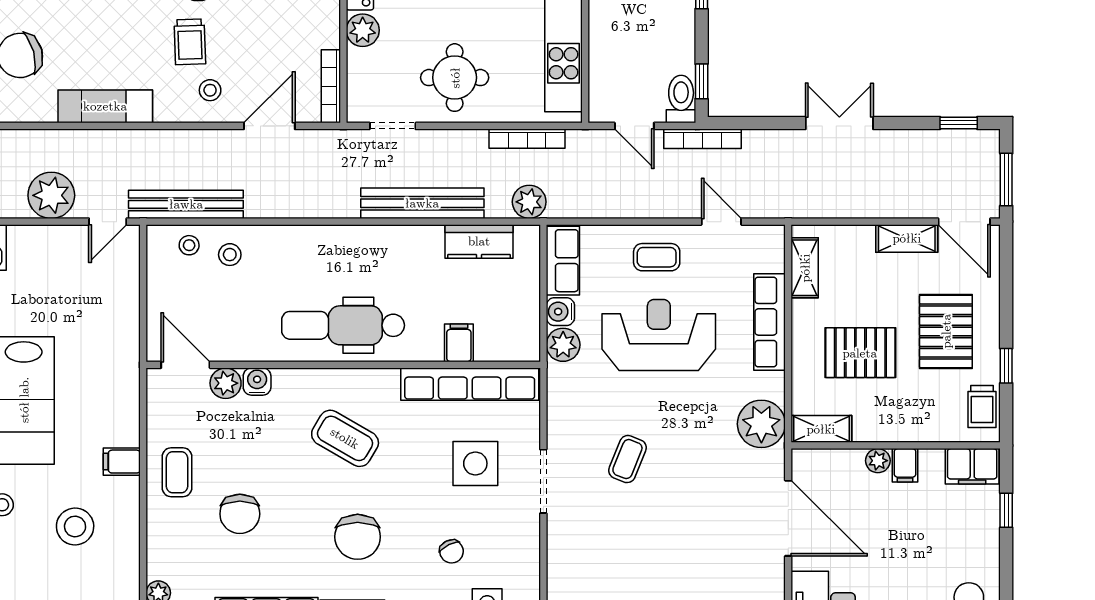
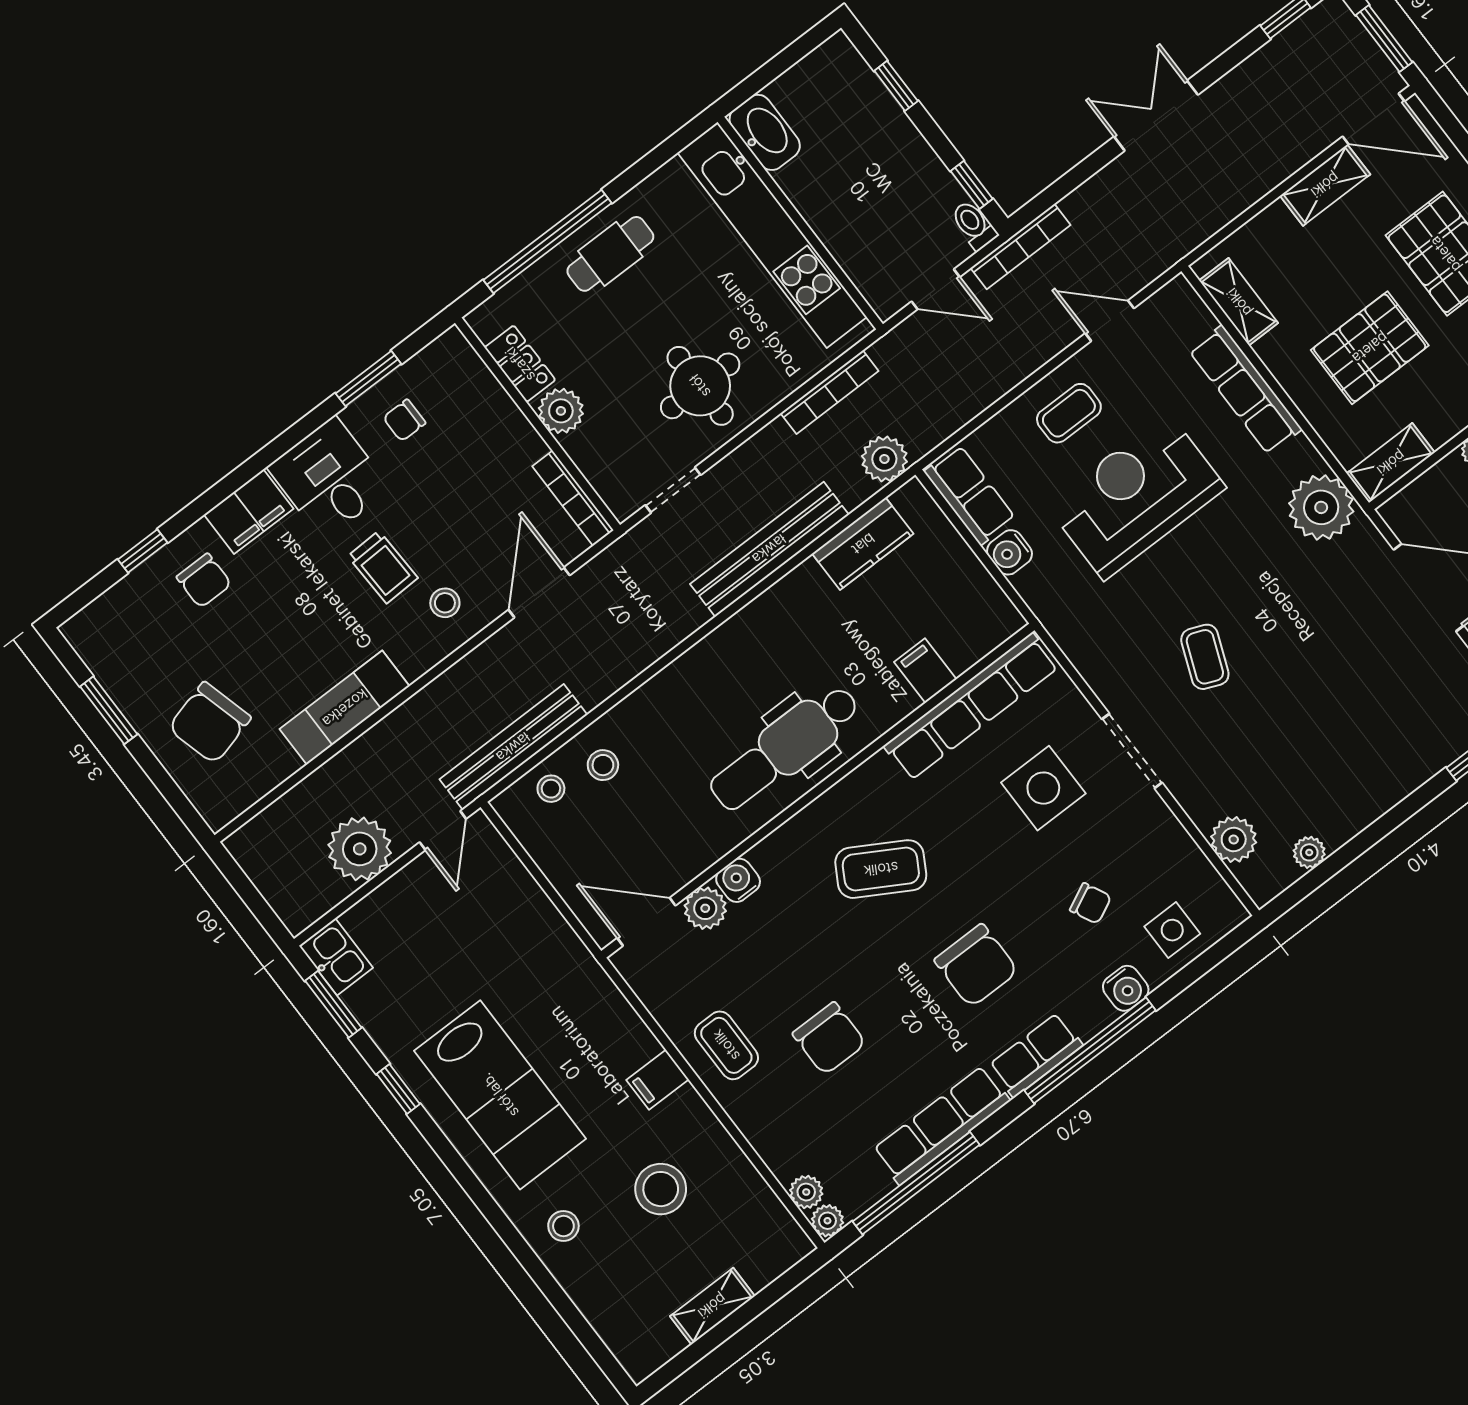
toilet: (681, 99) -> (974, 225), width x0.73, depth x0.72
plant: (563, 345) -> (1234, 840), moved

